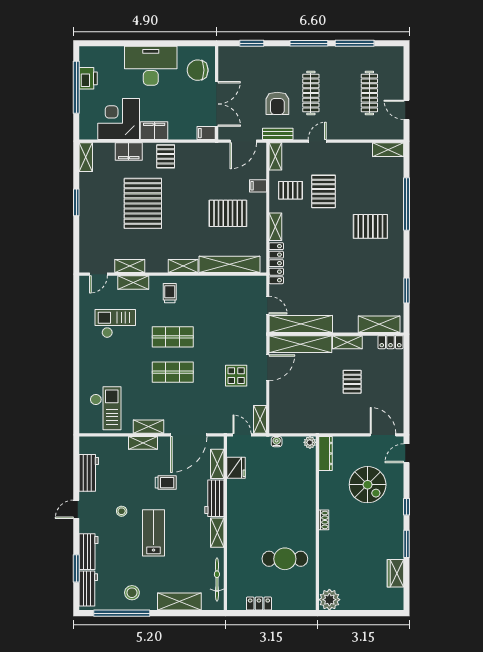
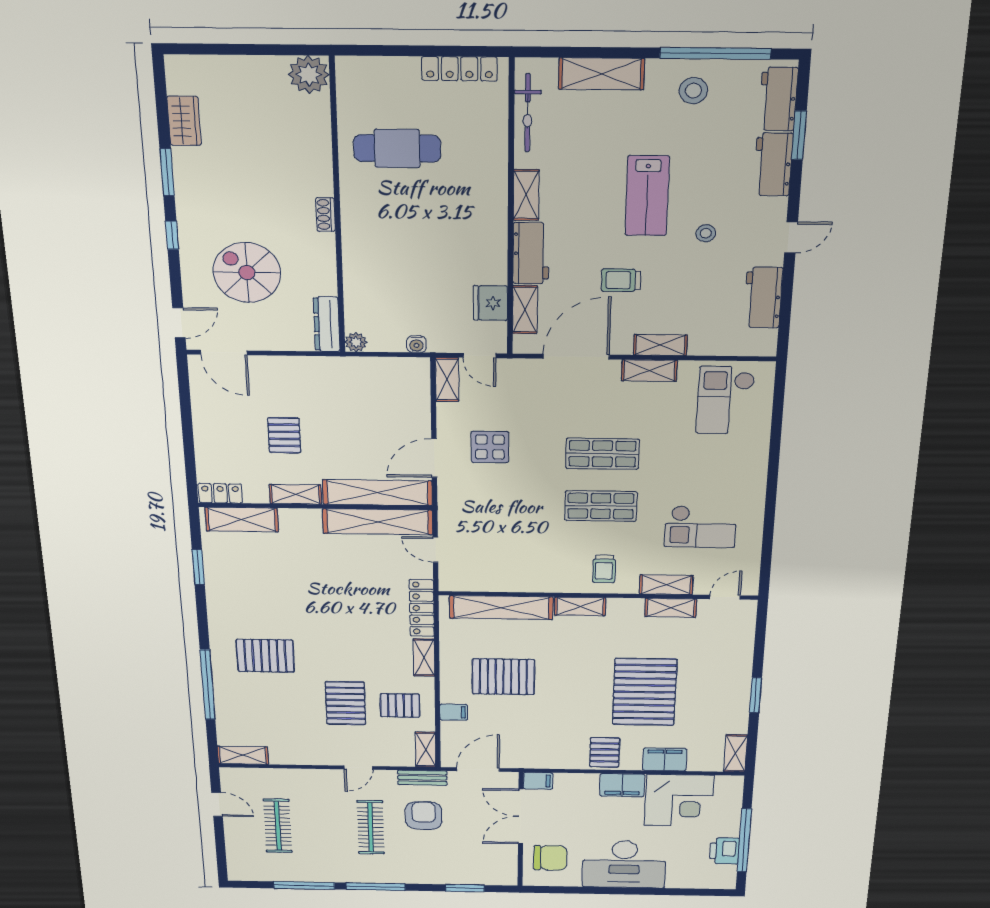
locker: (259, 604) -> (459, 69), width x1.53

